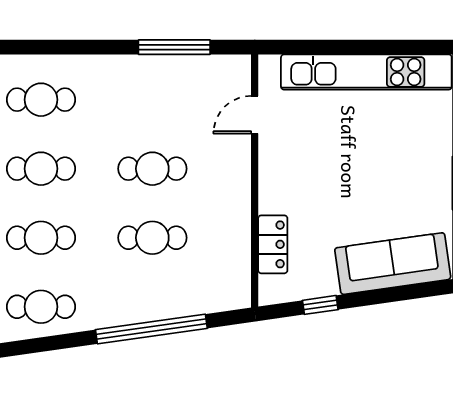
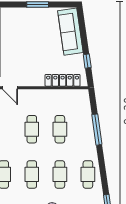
locker: (273, 244) -> (63, 80), width x1.53
window: (151, 329) -> (97, 130), width x0.68

